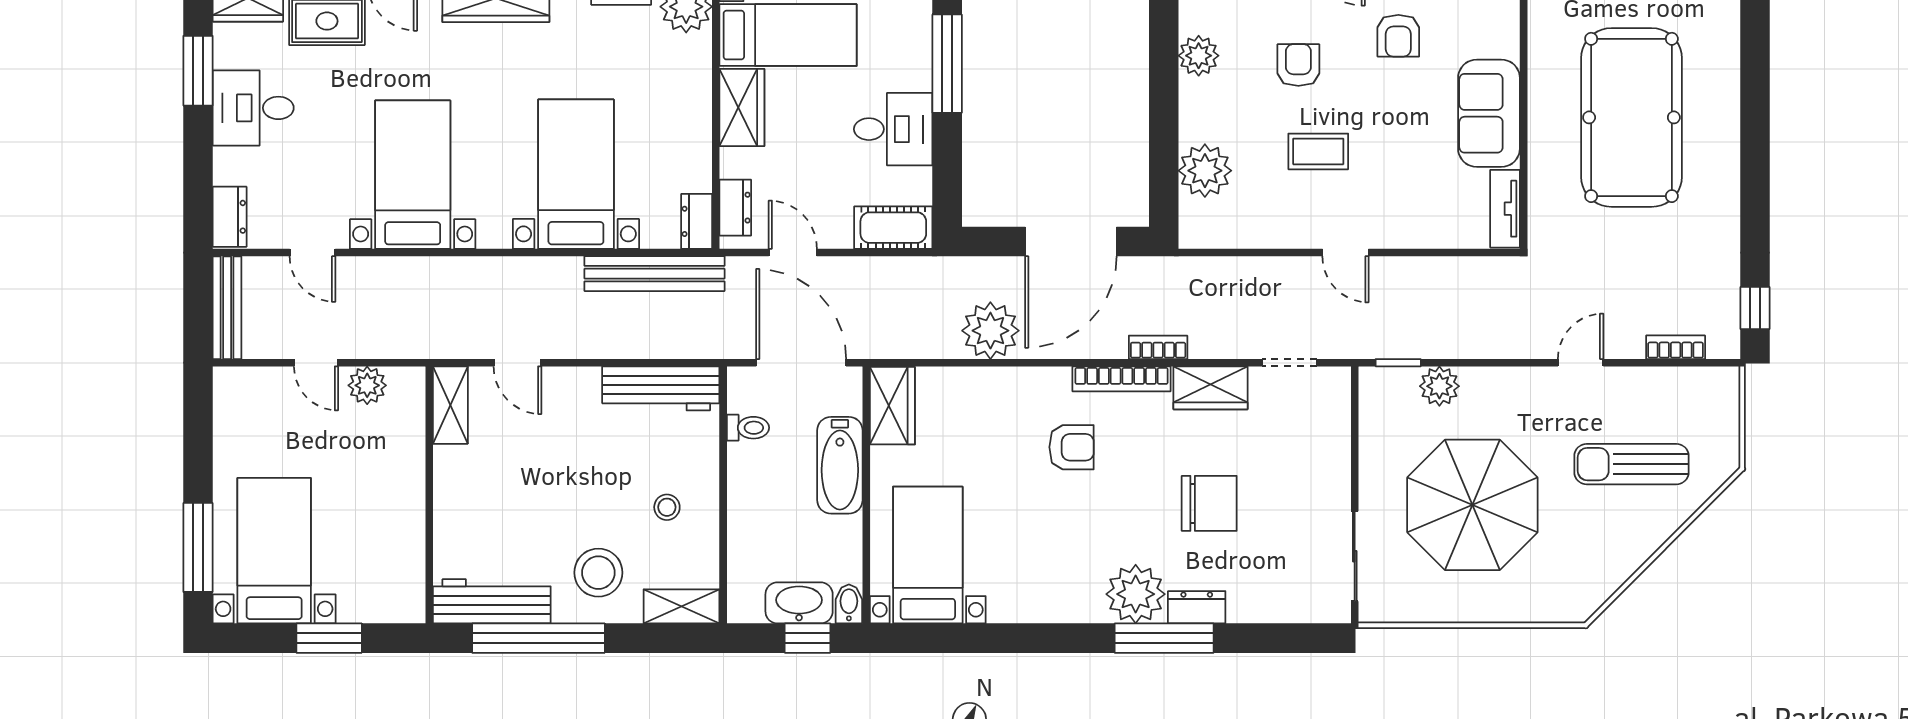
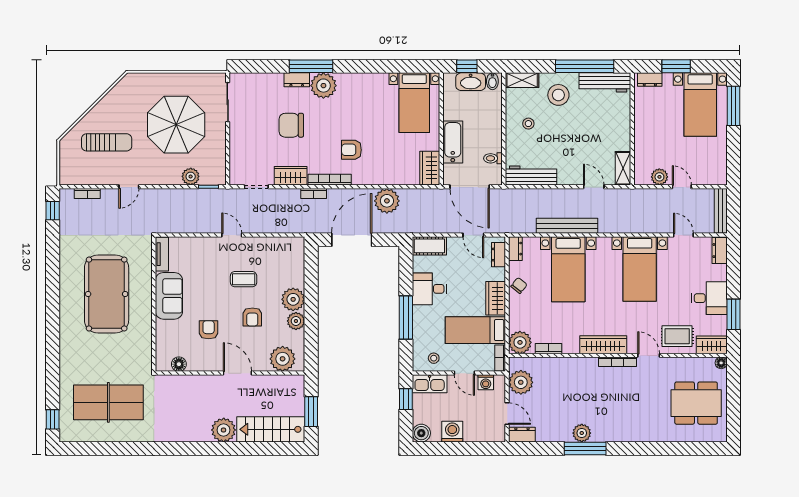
chair: (688, 137) -> (519, 286), added
plant: (1205, 171) -> (293, 299), moved
bench: (654, 274) -> (567, 226), moved
bidet: (849, 604) -> (492, 81), moved
dresser: (389, 608) -> (650, 80), added

